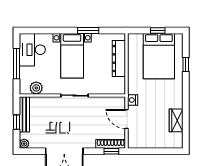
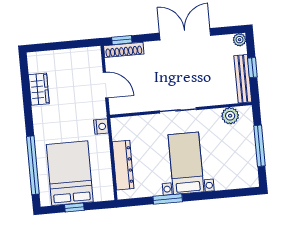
desk: (32, 50) -> (240, 166), removed
window: (186, 64) -> (33, 165), width x3.17
nightstand: (133, 100) -> (101, 127), moved

